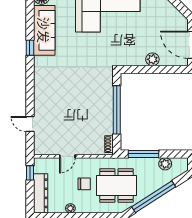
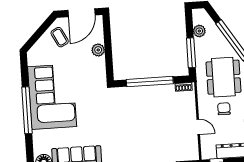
coffee table: (168, 21) -> (60, 37), added

